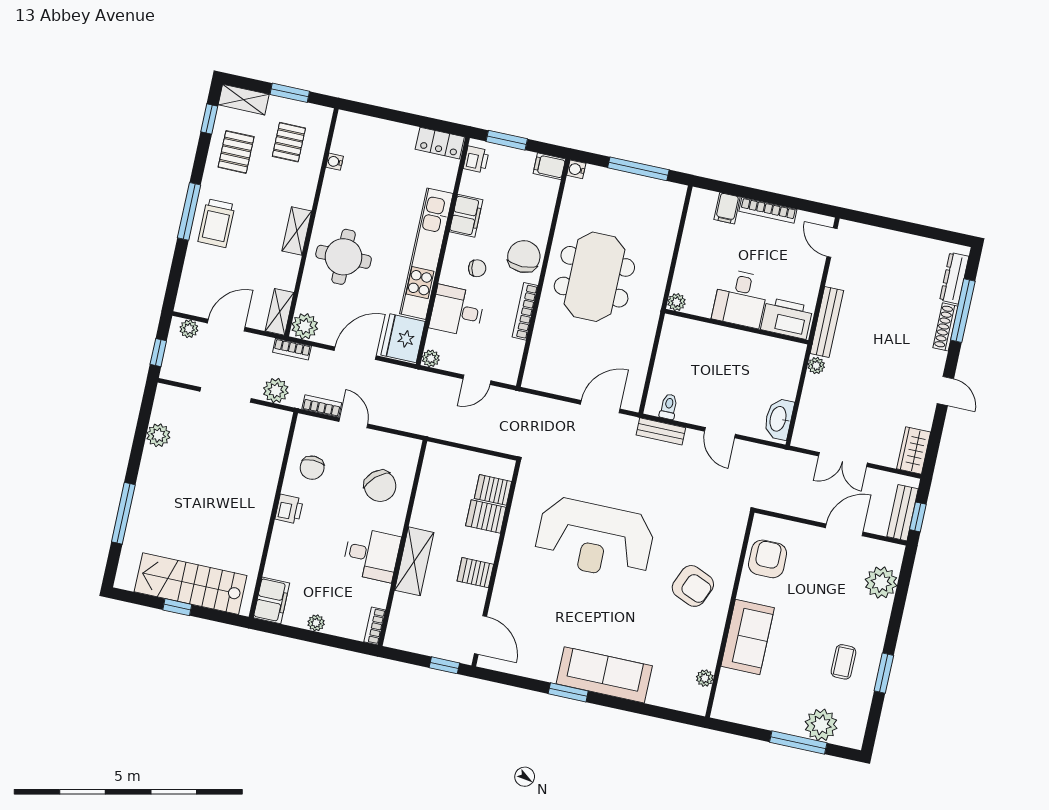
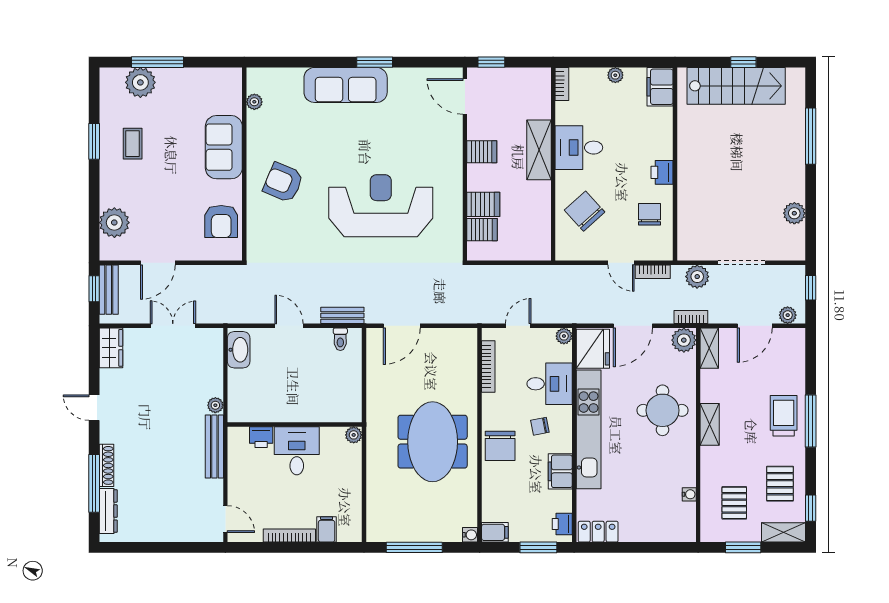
bookcase: (525, 311) -> (488, 367), moved
printer: (787, 318) -> (261, 437), width x0.53, depth x0.68

